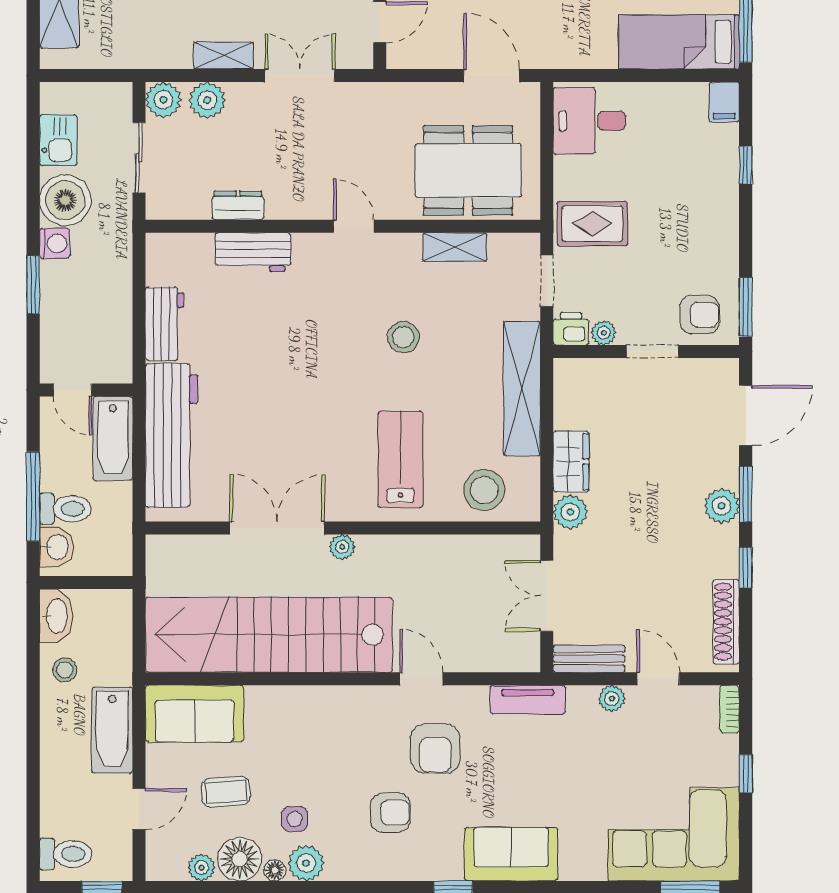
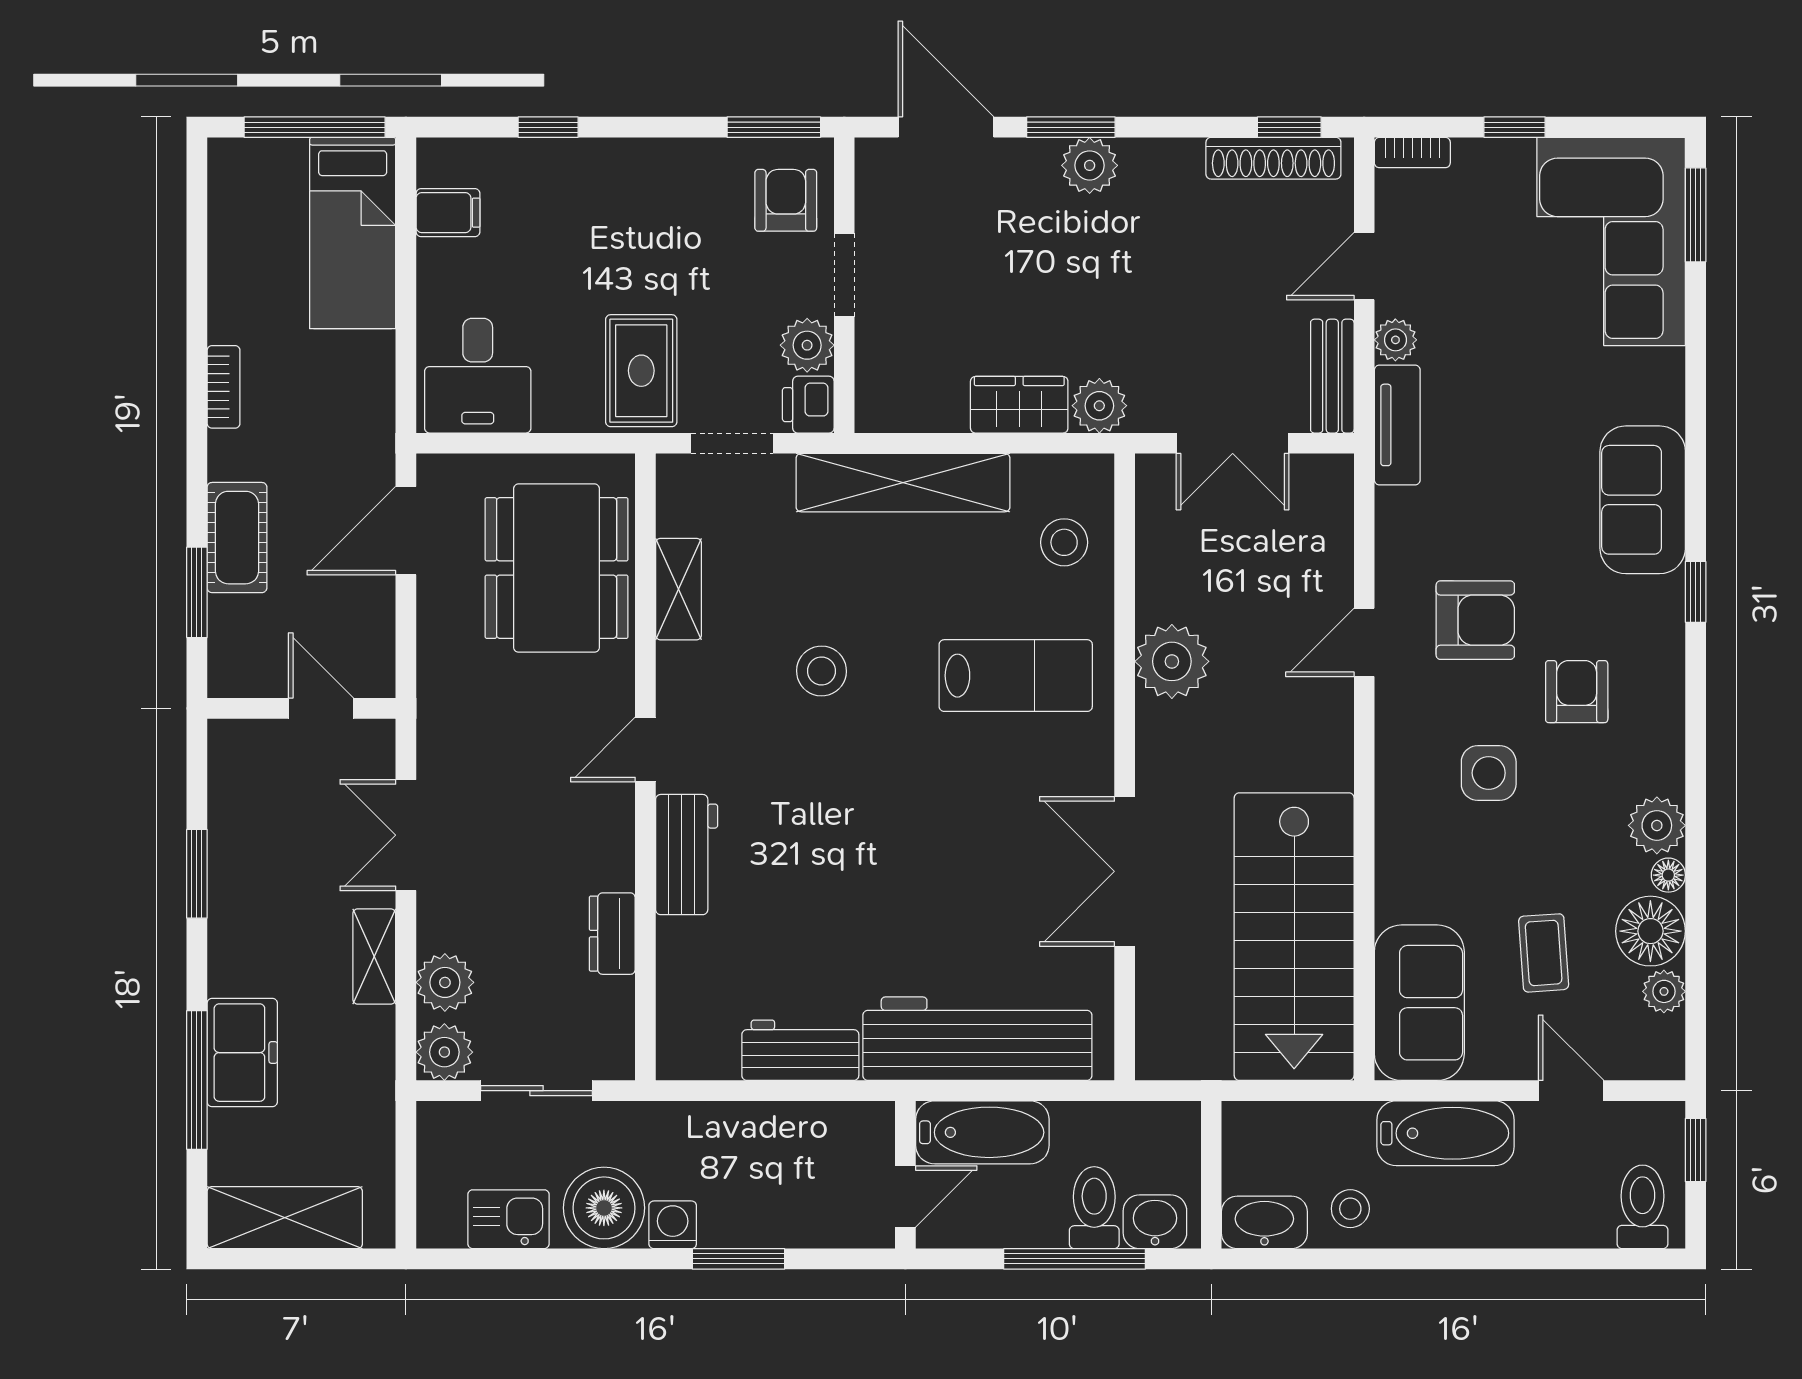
filing cabinet: (724, 102) -> (448, 213), moved
workbench: (253, 252) -> (687, 855), moved
plant: (604, 333) -> (807, 345), width x1.38, depth x1.38
lab bench: (400, 459) -> (1016, 676), turned 180
stool: (484, 490) -> (1064, 542), width x0.73, depth x0.73
plant: (342, 547) -> (1172, 661), moved, width x1.88, depth x1.88
window: (746, 568) -> (1289, 127), moved
stairs: (269, 635) -> (1294, 937), width x0.73
tv unit: (528, 700) -> (1397, 425), moved
side table: (295, 819) -> (1489, 773), moved, width x1.37, depth x1.37

